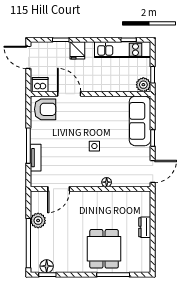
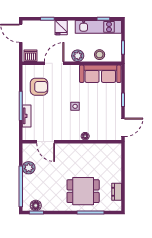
stool: (124, 83) -> (100, 55), added
plant: (143, 85) -> (78, 56), moved
door: (69, 94) -> (54, 63), hinge flipped
armchair: (45, 109) -> (39, 87), moved
sofa: (140, 121) -> (100, 74), moved, turned -90
door: (59, 189) -> (46, 142), hinge flipped
dresser: (145, 227) -> (117, 192), moved
dining table: (104, 249) -> (83, 191), turned 90

